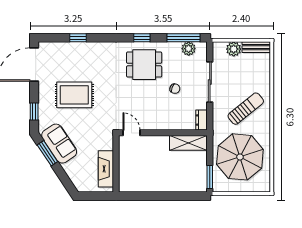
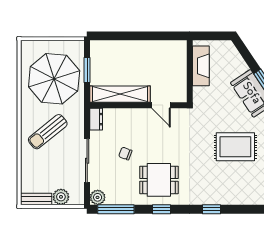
window: (78, 38) -> (211, 209), moved
plant: (189, 49) -> (98, 197), moved
door: (131, 133) -> (161, 105), moved
shelving: (188, 143) -> (120, 94), width x1.47
window: (210, 177) -> (87, 70), moved

